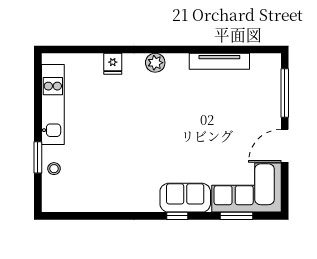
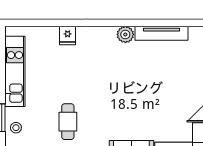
plant: (155, 63) -> (125, 34), moved
cafe table: (113, 162) -> (68, 122), added

